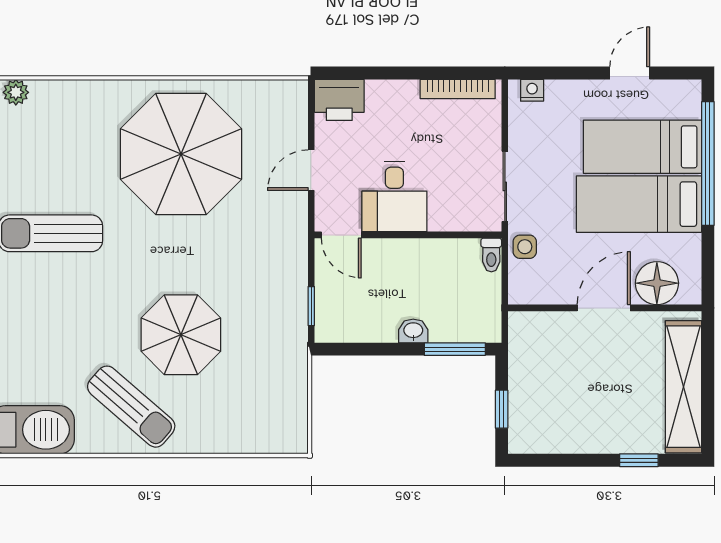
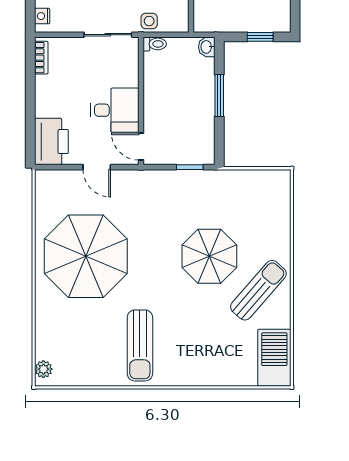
bookcase: (458, 89) -> (41, 58), width x0.64
printer: (339, 100) -> (51, 142), width x1.37, depth x1.19
door: (341, 235) -> (141, 146), swing flipped
washbasin: (413, 331) -> (207, 47), moved
window: (455, 349) -> (219, 96), moved

